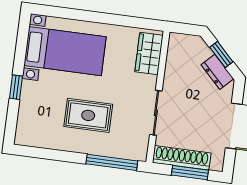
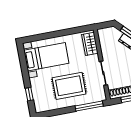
window: (16, 87) -> (29, 94), moved
rug: (88, 115) -> (69, 86), width x1.36, depth x1.43

